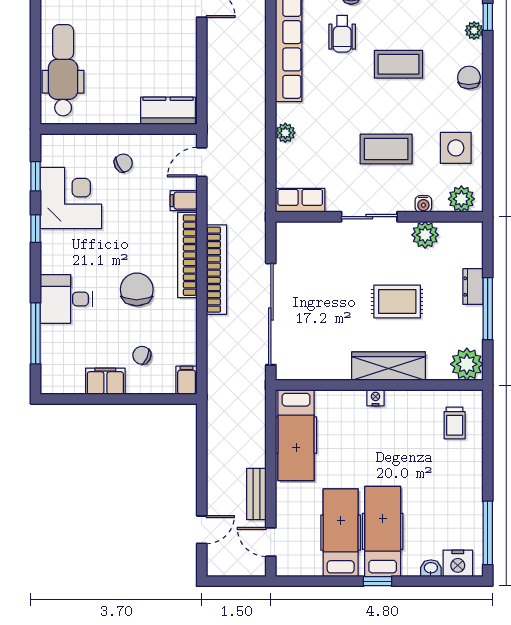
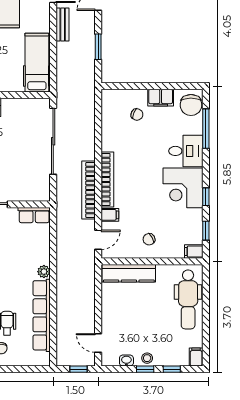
kitchen counter: (168, 111) -> (129, 273), width x1.50
plant: (285, 133) -> (44, 272), moved
corner desk: (71, 198) -> (183, 188), moved
bookcase: (216, 270) -> (89, 190), moved
chair: (137, 289) -> (191, 105), moved
filing cabinet: (187, 380) -> (194, 251), moved, turned 90
window: (202, 460) -> (98, 47), added

